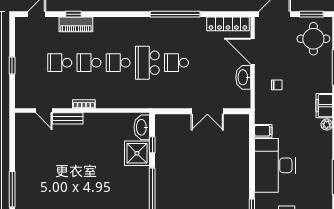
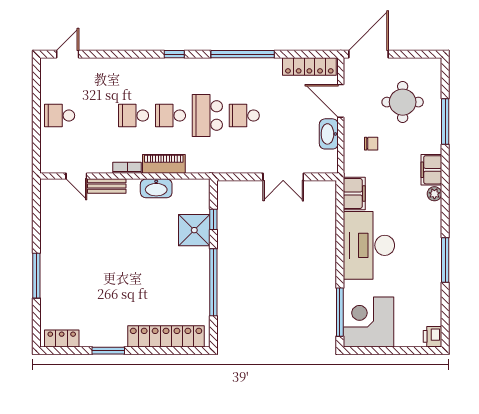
window: (73, 14) -> (174, 54), moved
window: (311, 14) -> (415, 54), removed
piano: (76, 24) -> (164, 164), moved, turned 180
round table: (313, 39) -> (403, 102), moved
school desk: (60, 63) -> (60, 116), moved
window: (12, 66) -> (36, 119), removed
washbasin: (142, 127) -> (156, 188), moved, turned -90
filing cabinet: (263, 131) -> (354, 193), width x2.00

